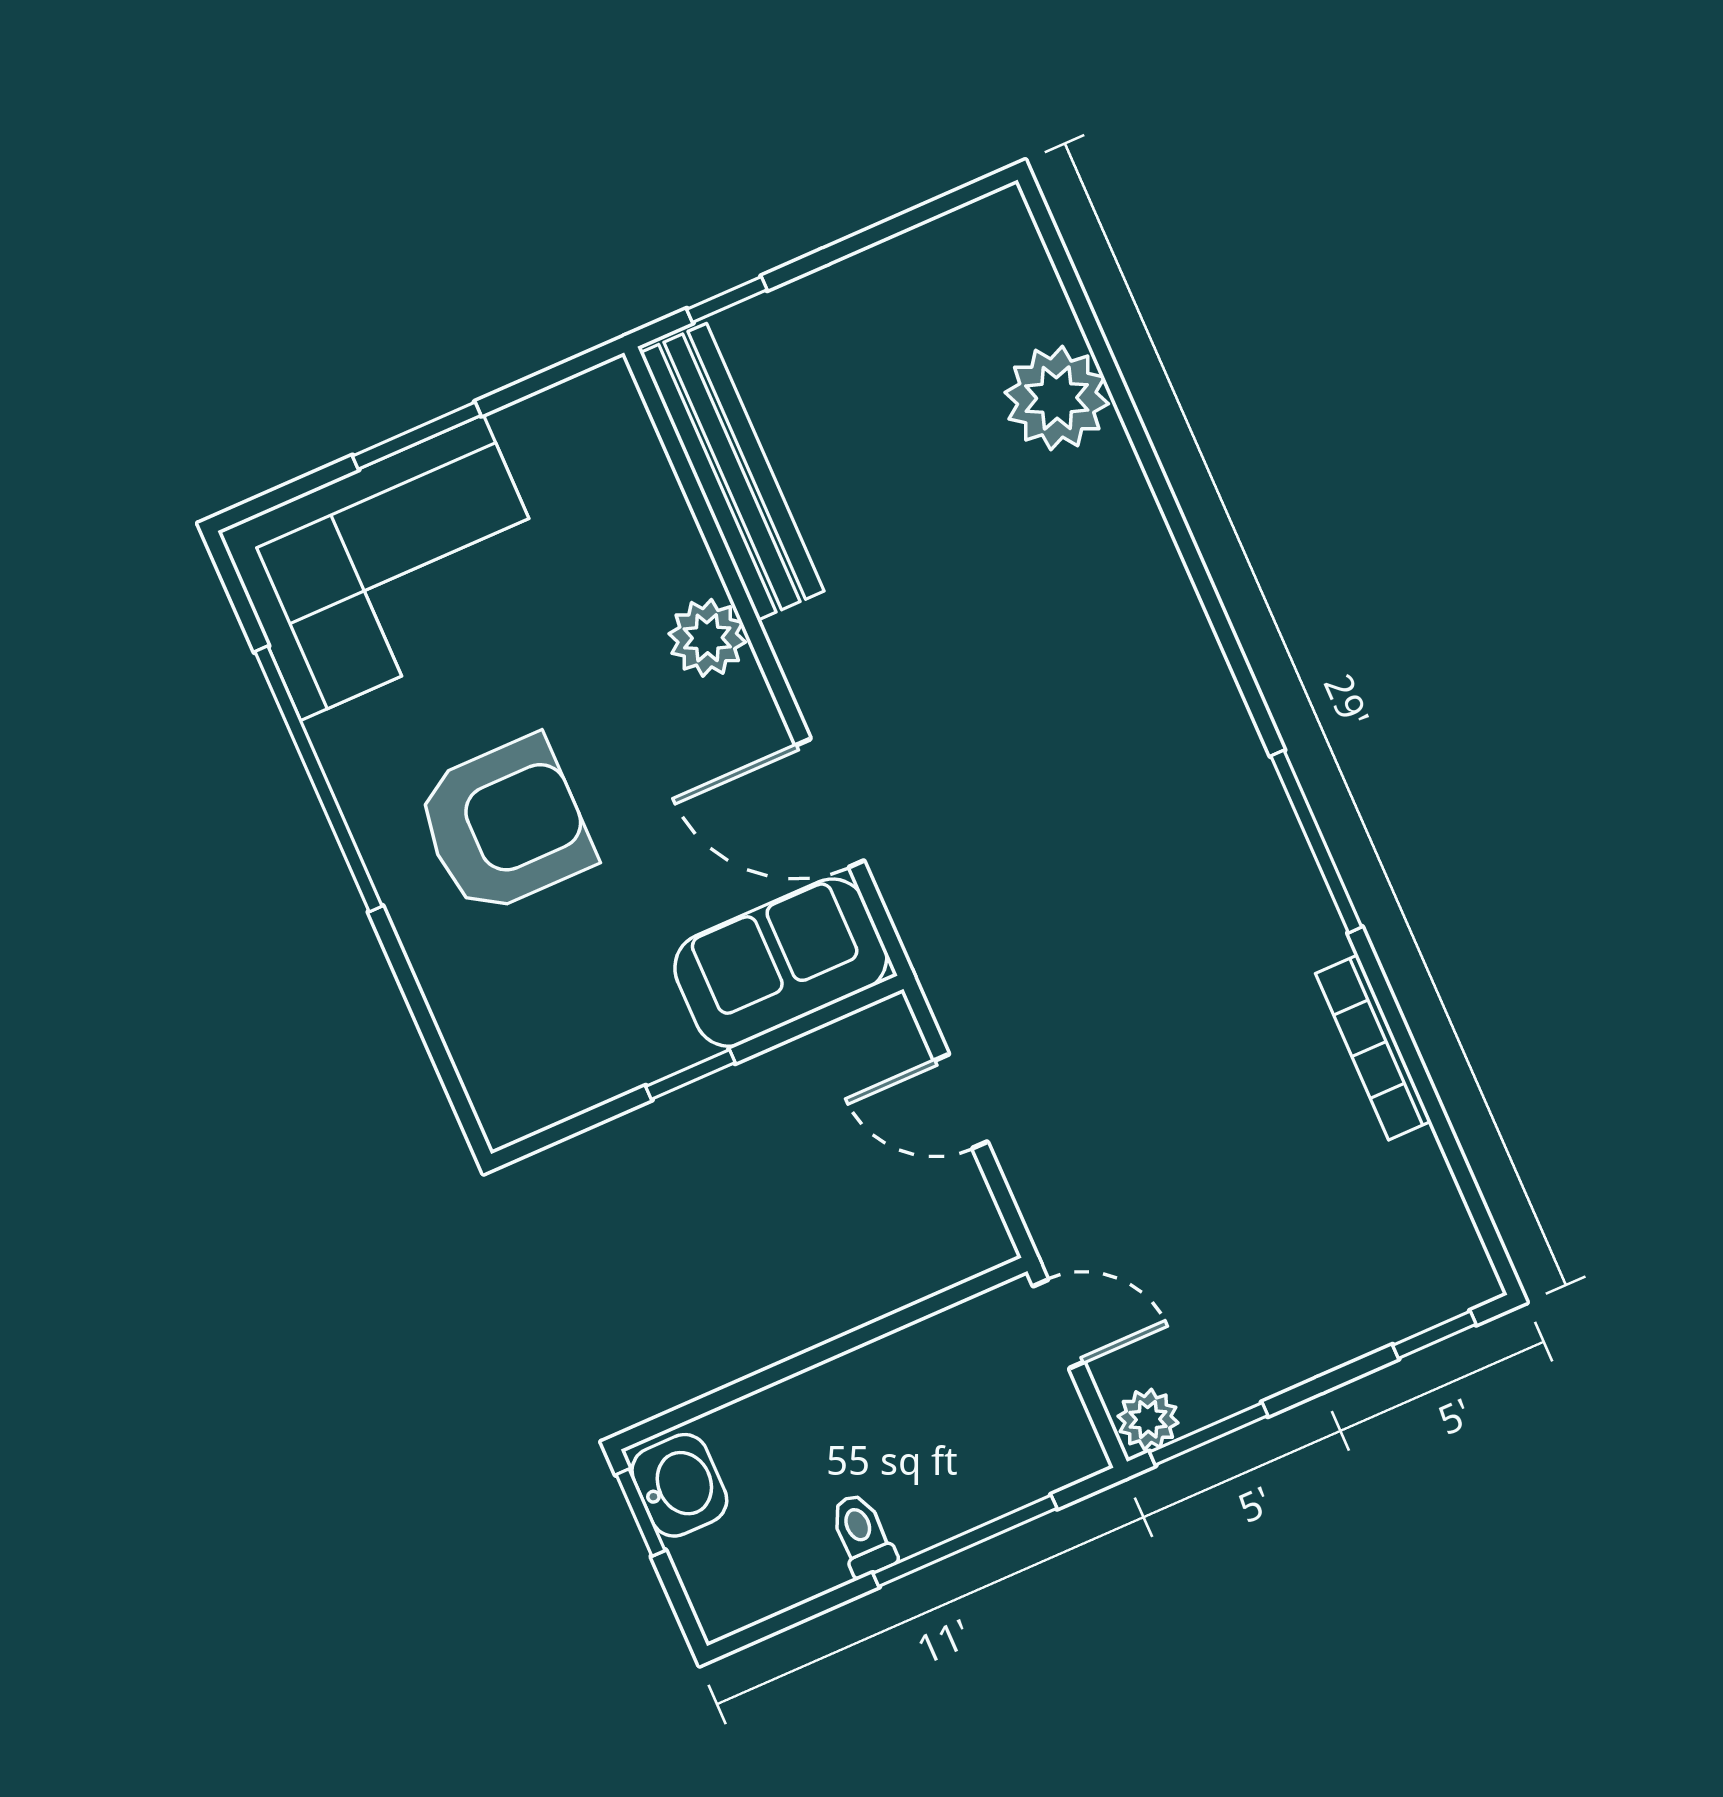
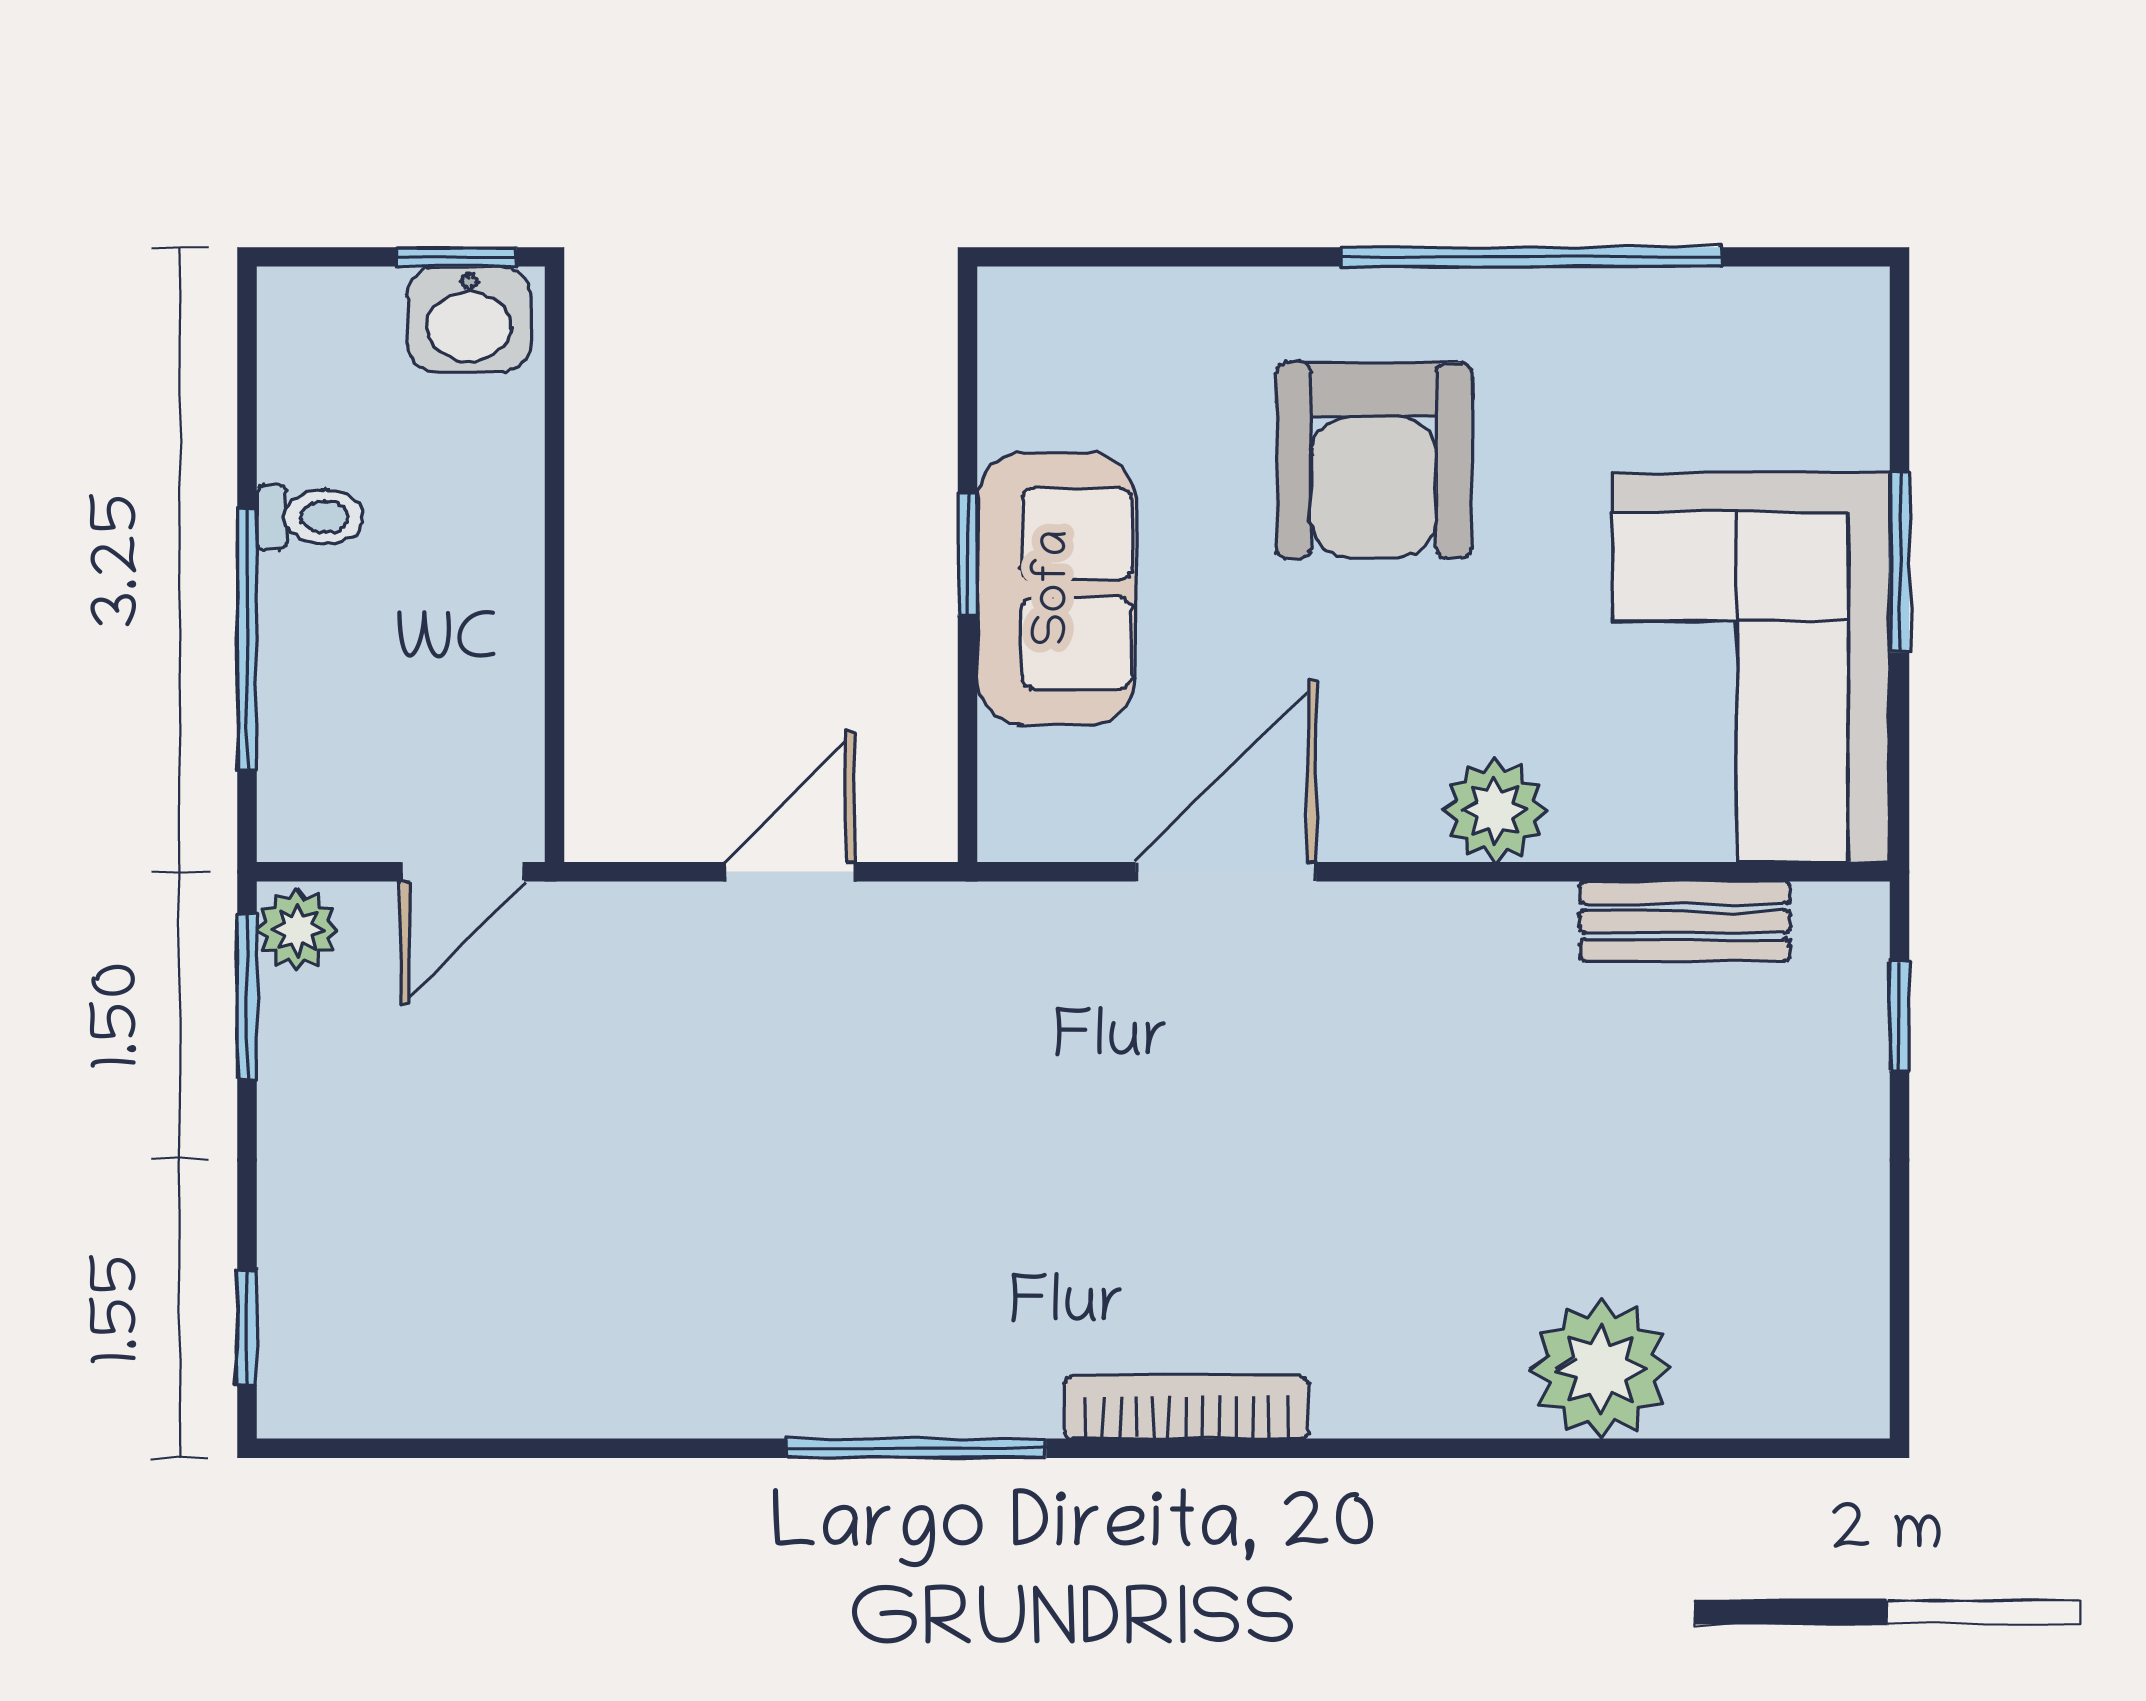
bench: (732, 472) -> (1685, 922), width x0.54, depth x0.82
corner sofa: (392, 567) -> (1751, 668), moved
sofa: (781, 963) -> (1056, 588), moved
bookcase: (1373, 1047) -> (1186, 1407), moved

